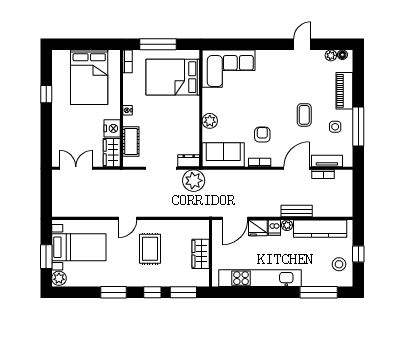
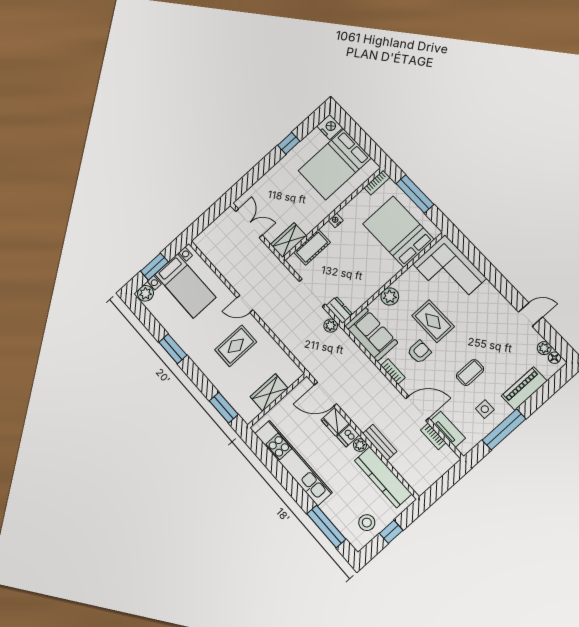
rug: (251, 108) -> (433, 321), added
nightstand: (112, 128) -> (330, 127), moved, turned -90
plant: (194, 181) -> (331, 326), width x0.53, depth x0.53
window: (152, 292) -> (201, 381), removed

